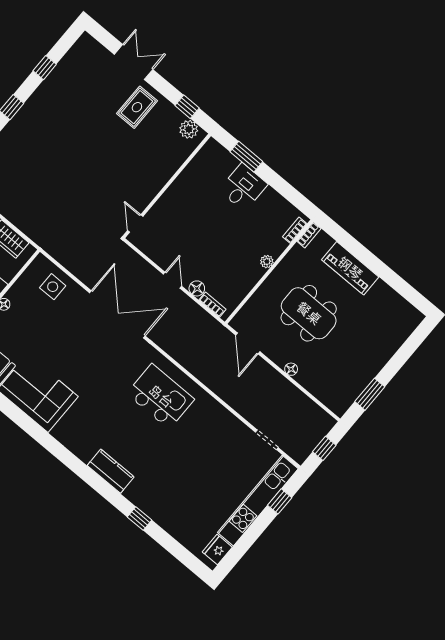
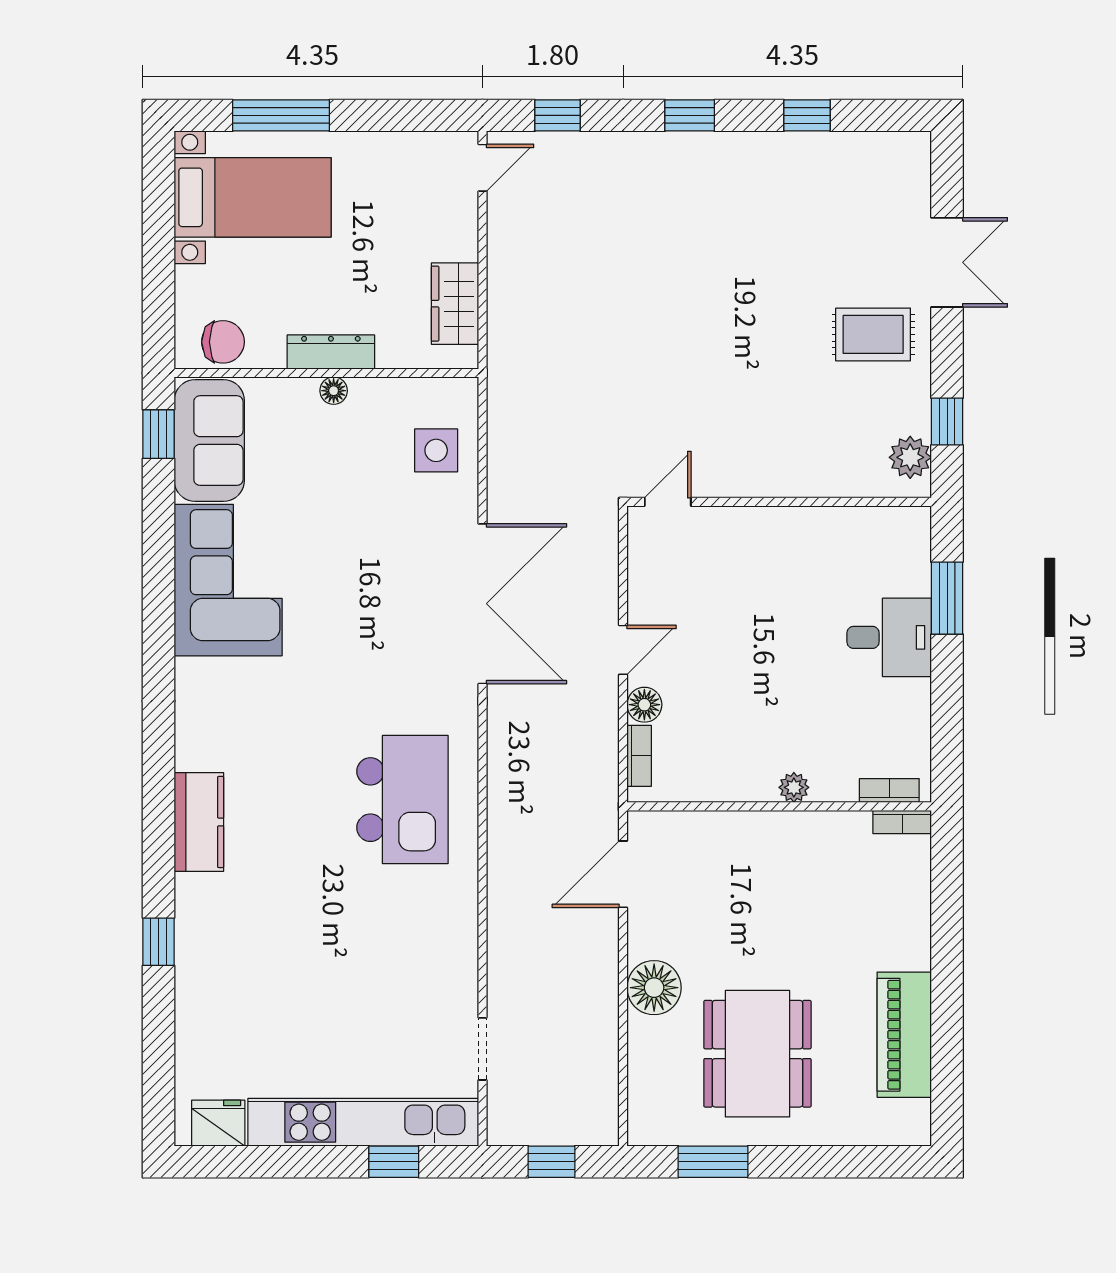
piano: (350, 268) -> (904, 1035), moved
dining table: (309, 313) -> (757, 1054), moved
floor lamp: (291, 369) -> (654, 988), width x1.89, depth x1.89

